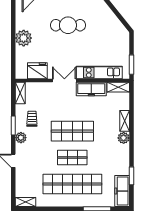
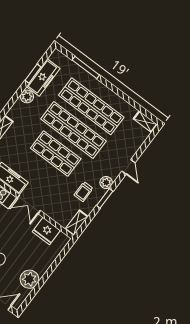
plant: (24, 38) -> (29, 279), moved
plant: (124, 138) -> (27, 96), moved
shop shelf: (72, 158) -> (73, 130), width x2.00, depth x1.36
freezer: (122, 191) -> (43, 78), moved

